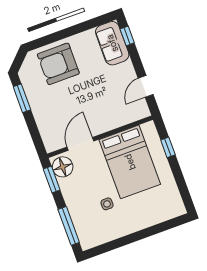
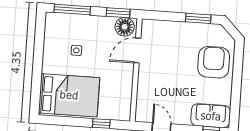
door: (80, 144) -> (137, 50), swing flipped
bed: (130, 162) -> (69, 95), moved, turned 180

